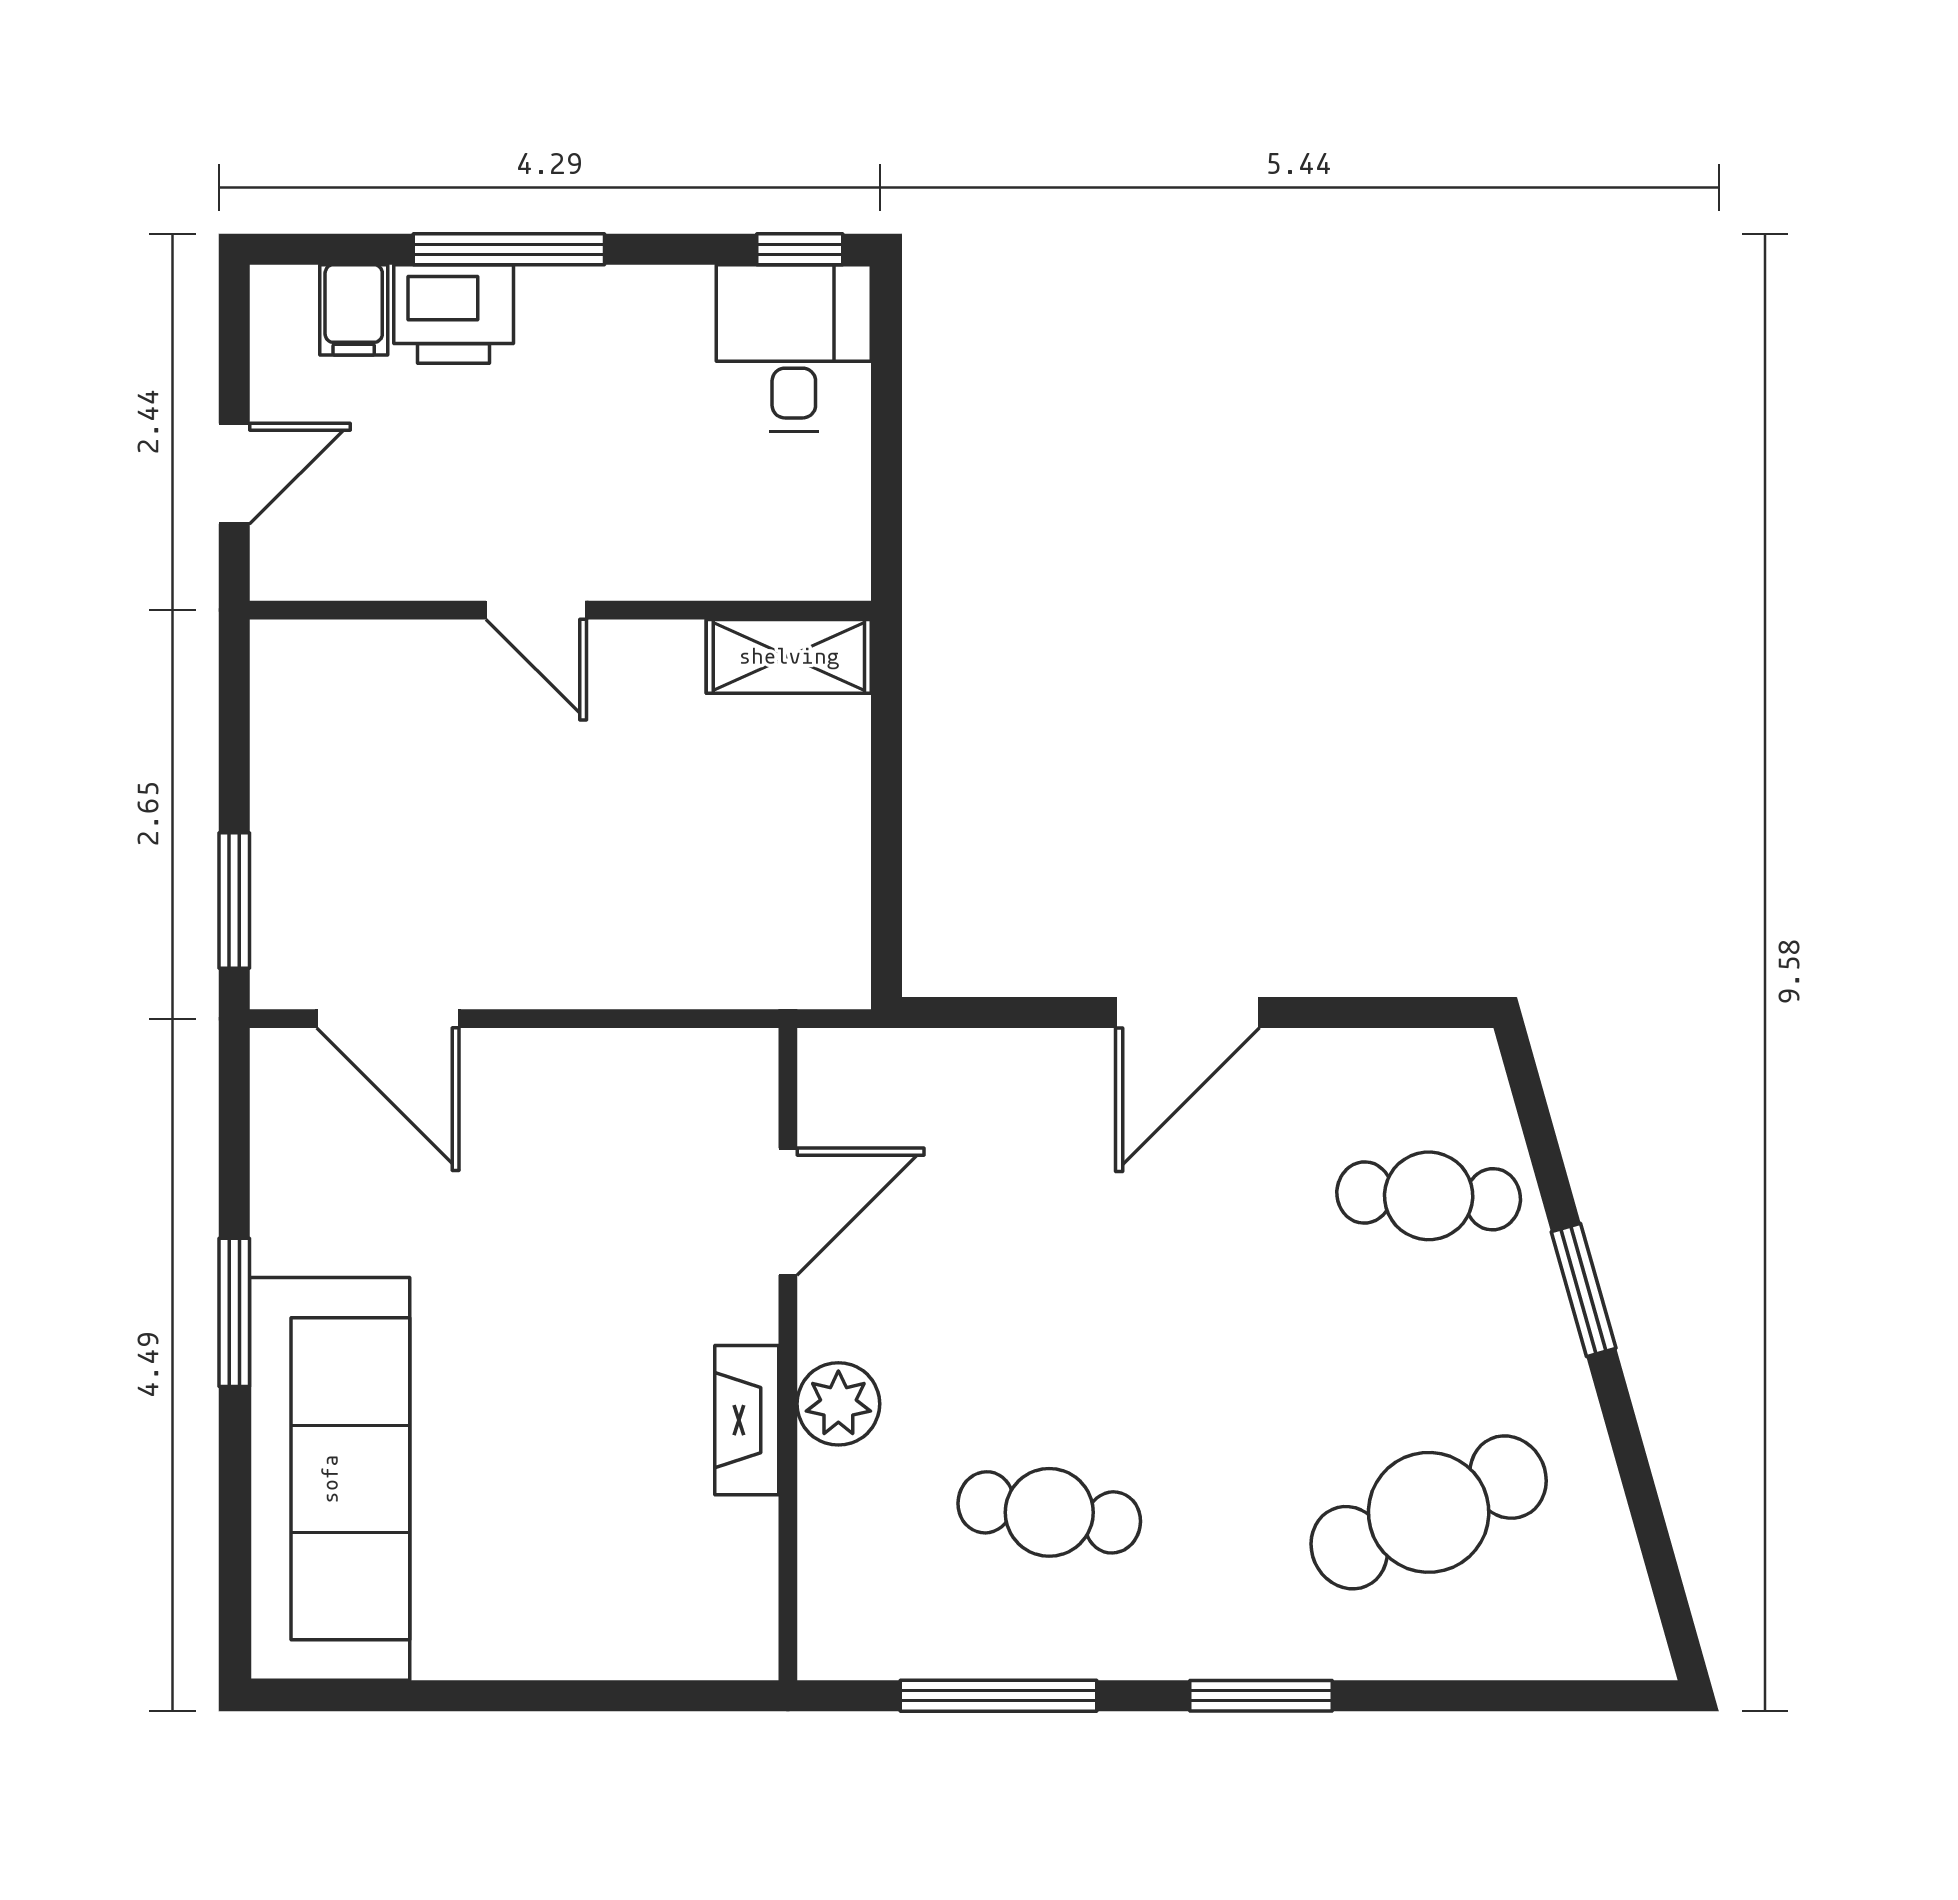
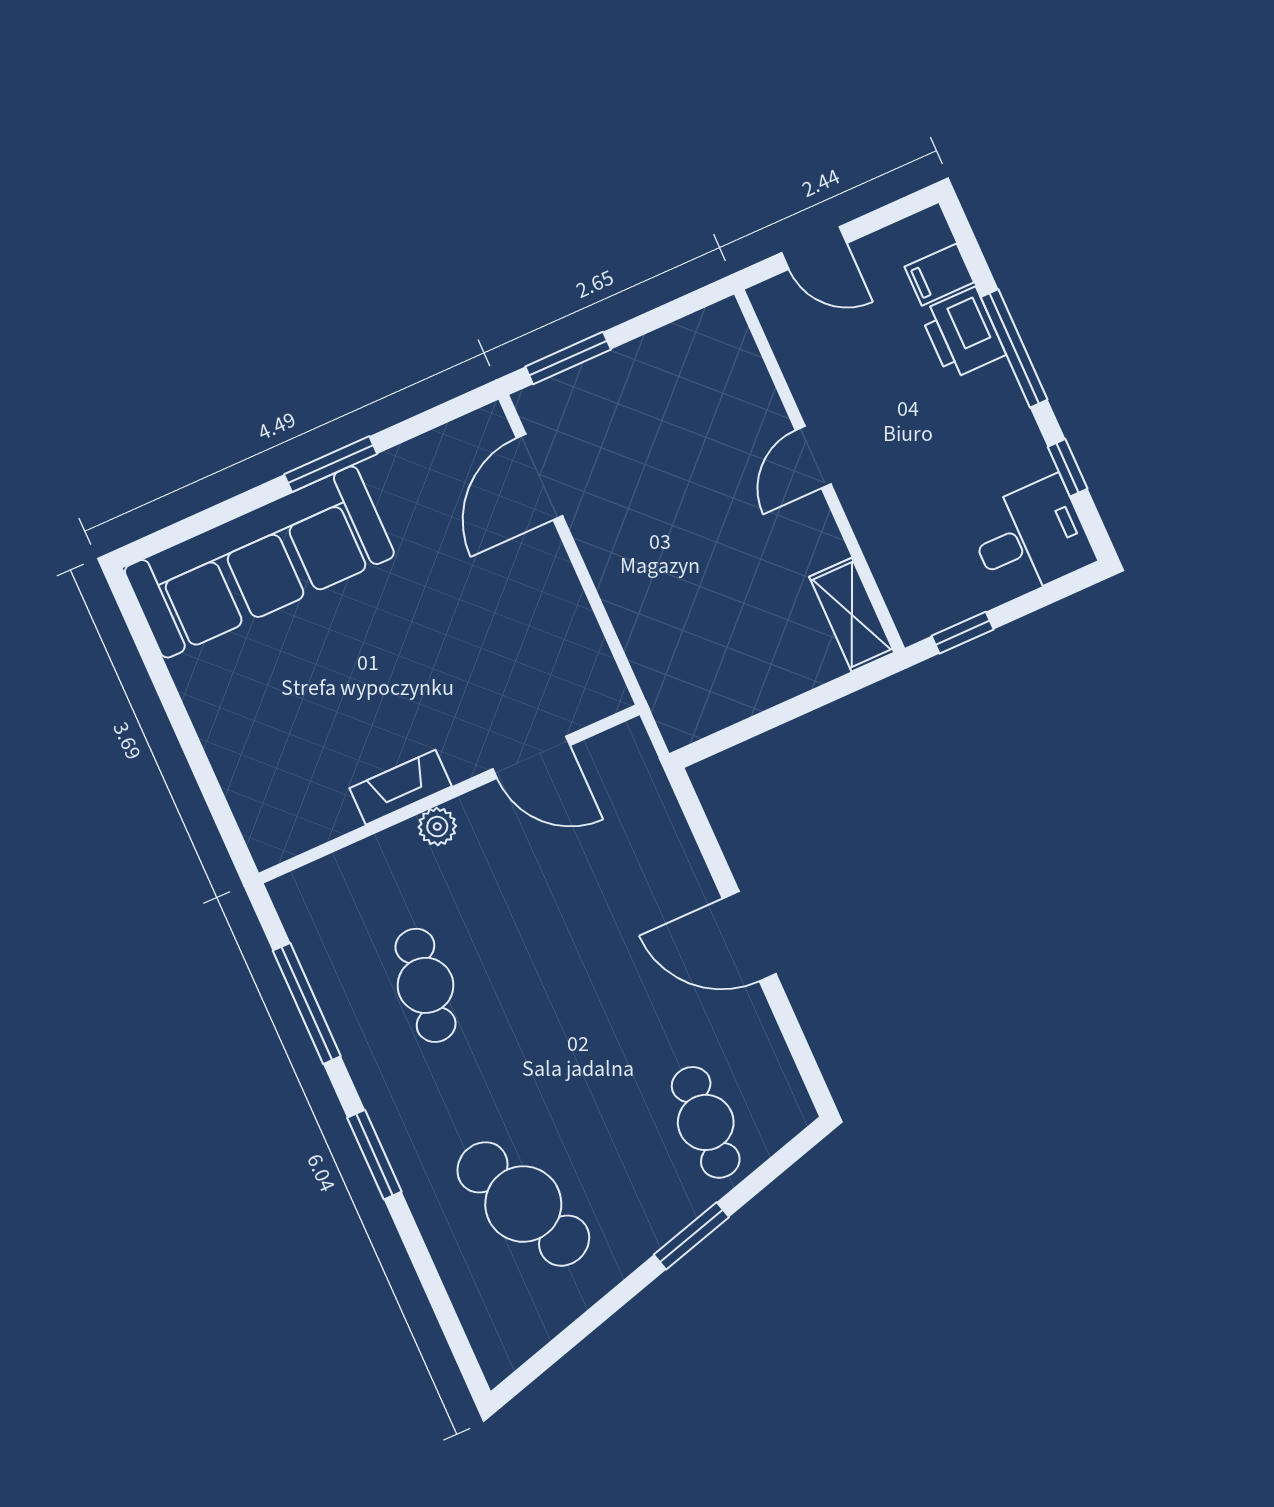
window: (800, 249) -> (1068, 468), moved
window: (887, 508) -> (963, 633), added
plant: (838, 1404) -> (437, 827), width x0.73, depth x0.73

